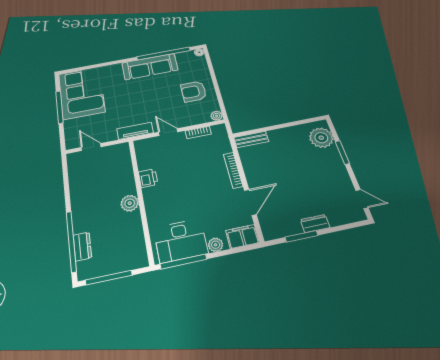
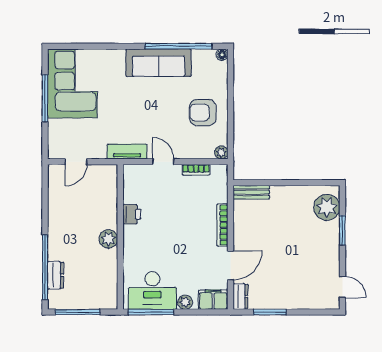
door: (91, 147) -> (76, 162), swing flipped
dresser: (315, 224) -> (240, 296), moved, turned 90

